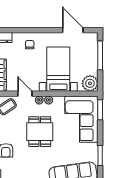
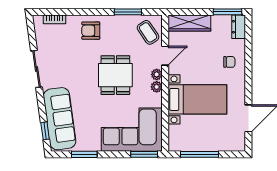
window: (100, 55) -> (199, 154), moved
plant: (90, 83) -> (179, 141), removed
dining table: (40, 132) -> (115, 75), turned 90

